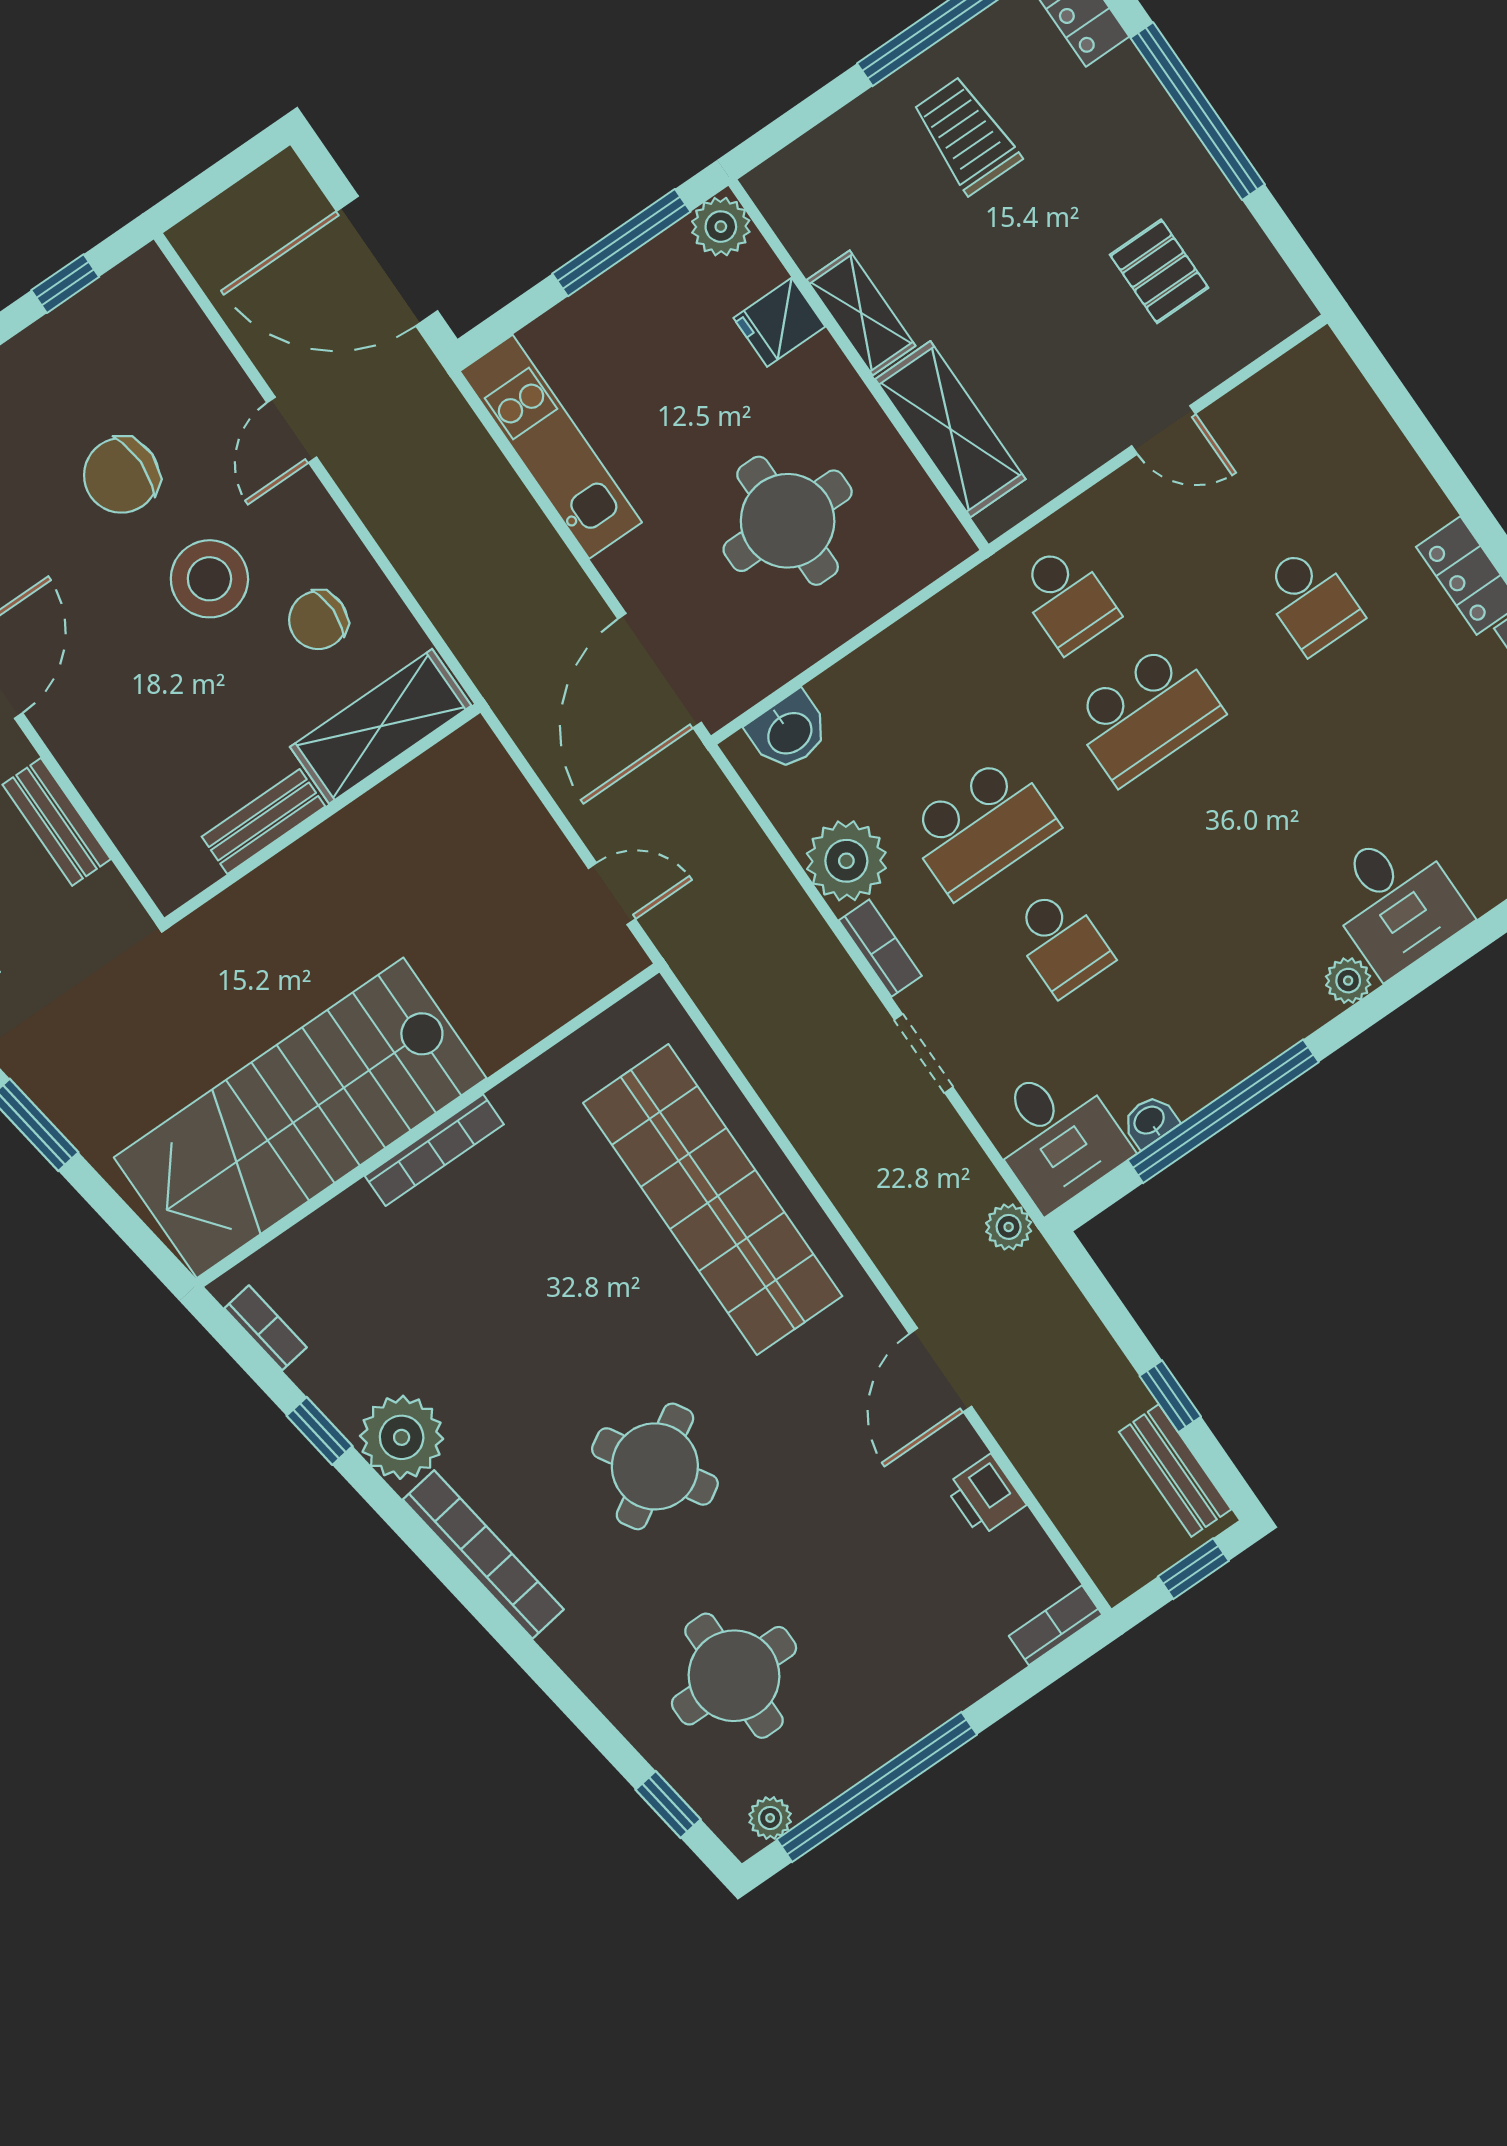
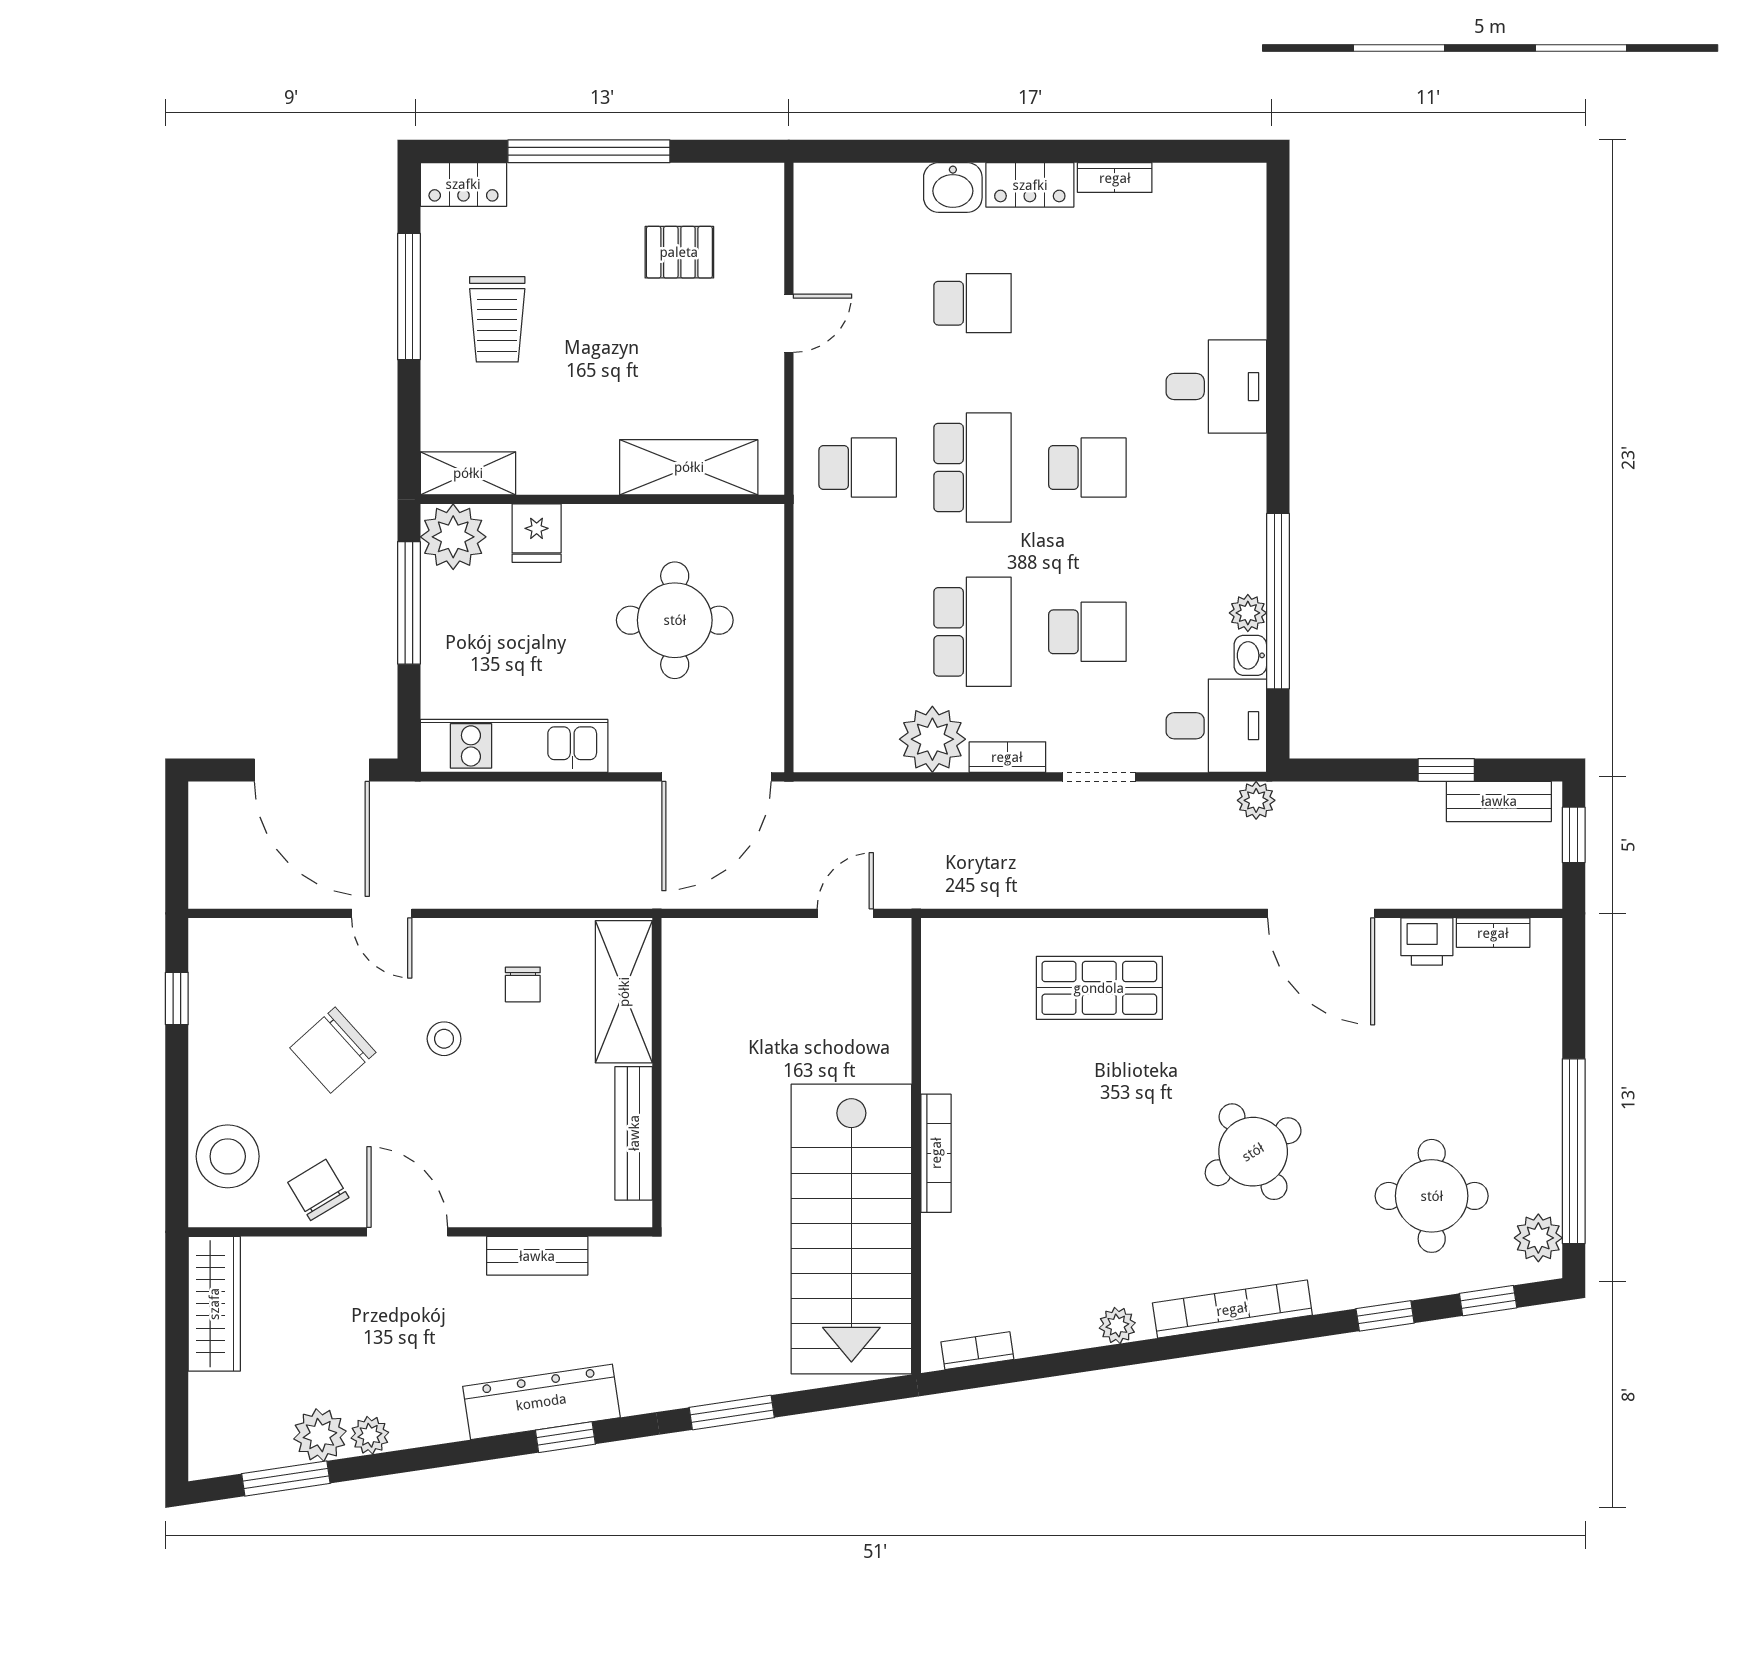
trolley: (966, 135) -> (497, 319), turned -90
plant: (721, 227) -> (453, 537), width x1.36, depth x1.36
door: (387, 261) -> (312, 770), hinge flipped
shelving: (861, 313) -> (468, 473), moved
chair: (121, 475) -> (333, 1050), turned 48
stool: (209, 579) -> (444, 1039), width x0.53, depth x0.53
chair: (318, 620) -> (523, 984), width x0.73, depth x0.73
door: (660, 671) -> (716, 777), hinge flipped
washbasin: (789, 732) -> (953, 187), moved, turned 90
bench: (263, 822) -> (634, 1133), width x1.36
school desk: (1225, 828) -> (1087, 467), added
plant: (1348, 981) -> (1248, 613), moved
shop shelf: (713, 1199) -> (1099, 988), width x0.50, depth x0.74
door: (940, 1370) -> (1321, 913), width x1.36
window: (320, 1431) -> (1385, 1316), moved
plant: (402, 1437) -> (1117, 1325), width x0.53, depth x0.53
bookcase: (1056, 1625) -> (1493, 933), moved, turned -90
plant: (770, 1818) -> (1538, 1238), width x1.38, depth x1.38

